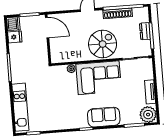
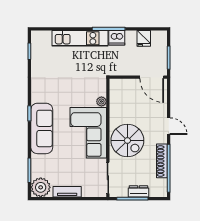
dishwasher: (13, 24) -> (117, 38), moved
door: (47, 28) -> (152, 77), hinge flipped
kitchen unit: (20, 107) -> (80, 38), moved
sofa: (104, 117) -> (42, 128), width x1.36

